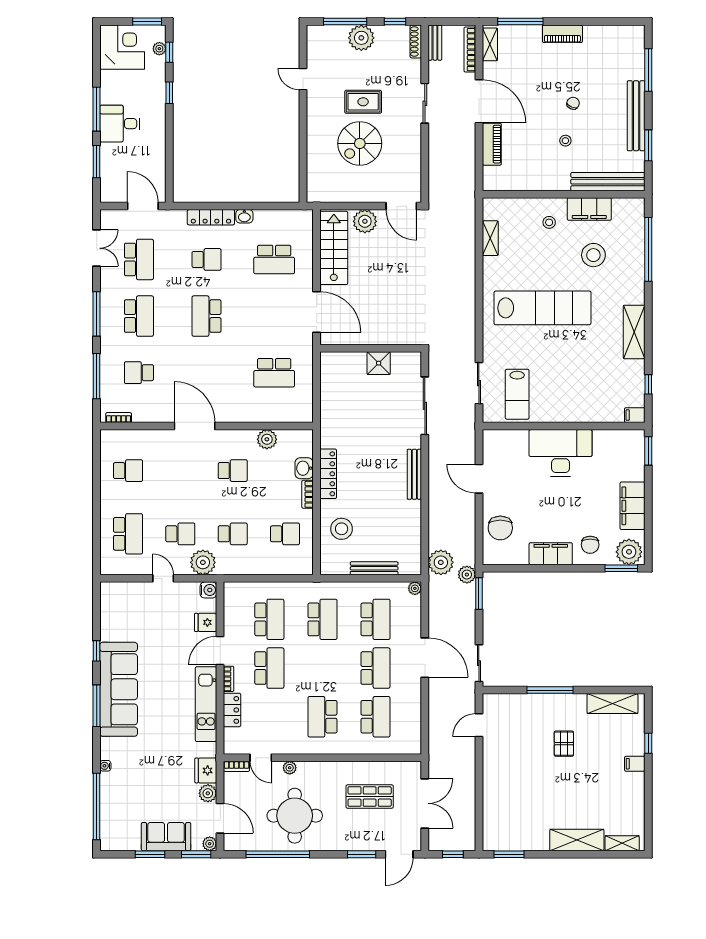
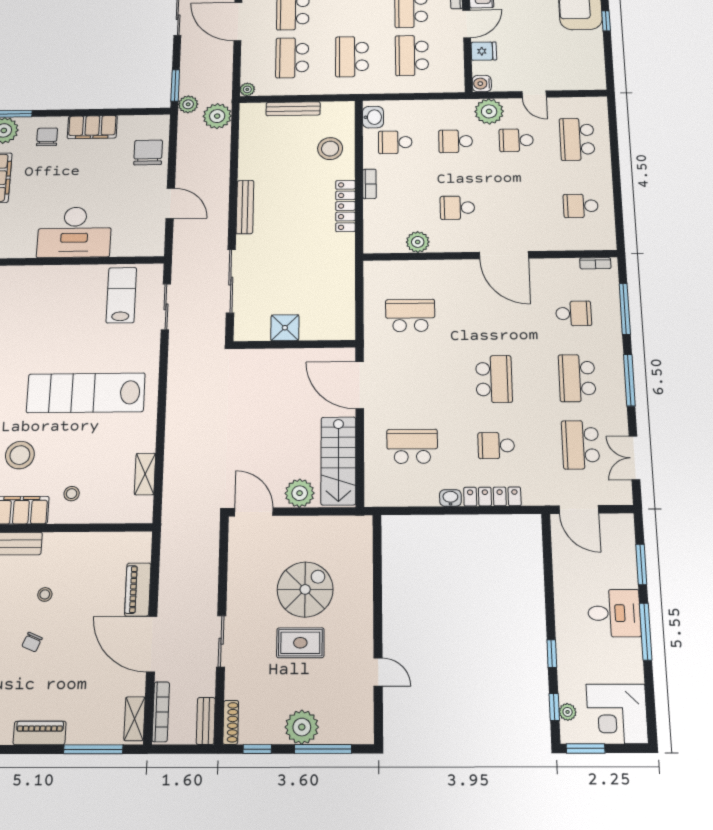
washbasin: (304, 468) -> (373, 117), moved

